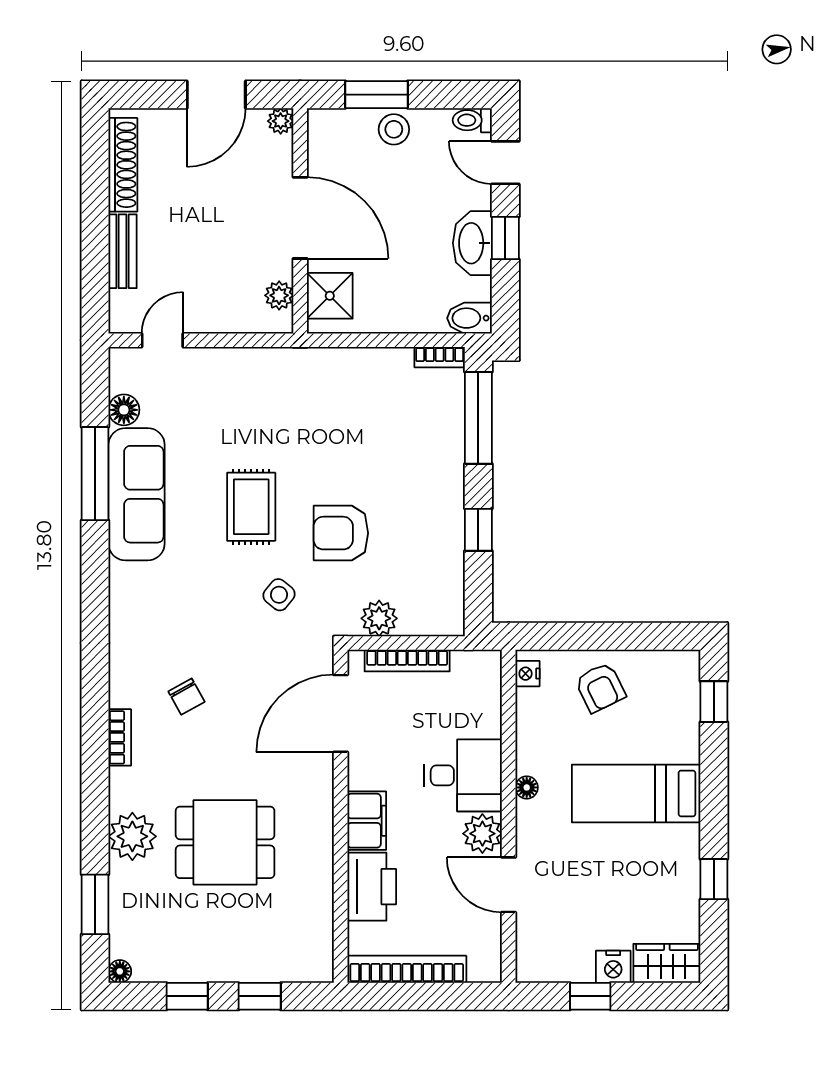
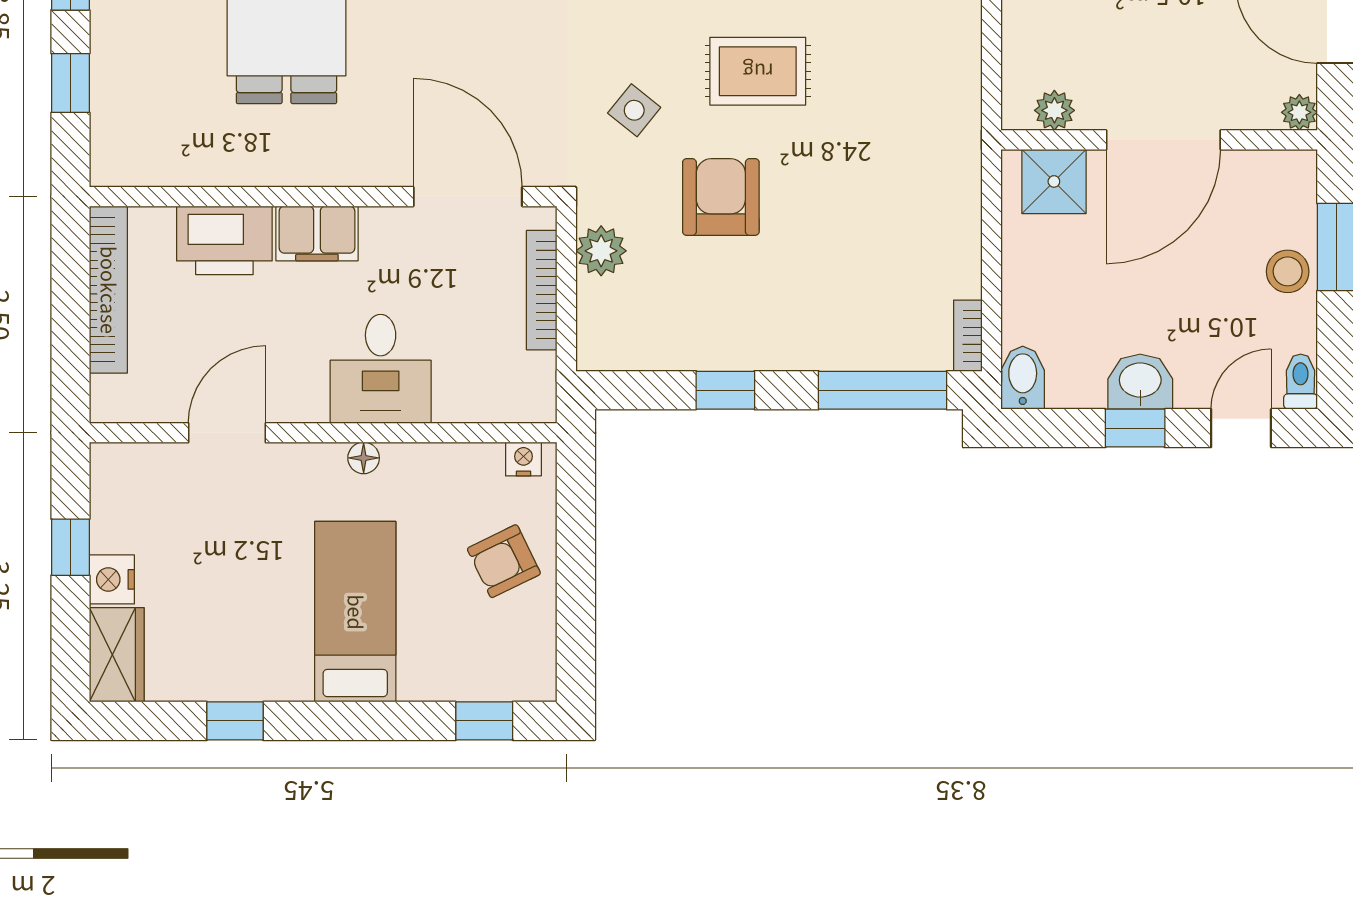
washbasin: (472, 243) -> (1140, 382), width x0.72
plant: (482, 834) -> (299, 396), removed

